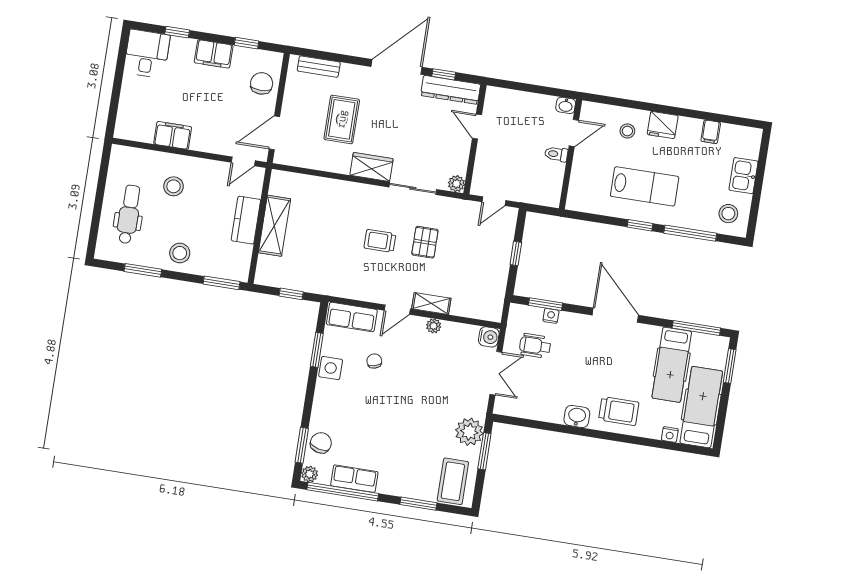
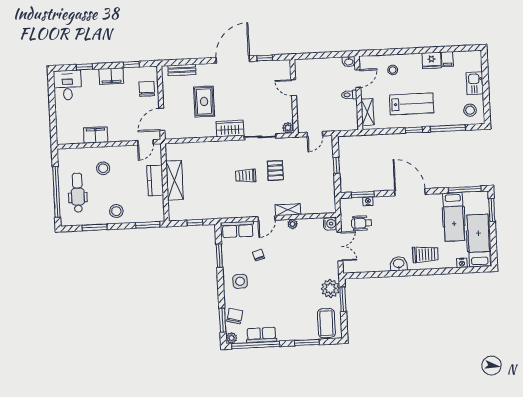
dresser: (451, 90) -> (271, 67), removed
fridge: (663, 125) -> (432, 60), moved
shelving: (578, 185) -> (367, 112), added
window: (98, 207) -> (56, 192), added
side table: (331, 368) -> (240, 281), moved

